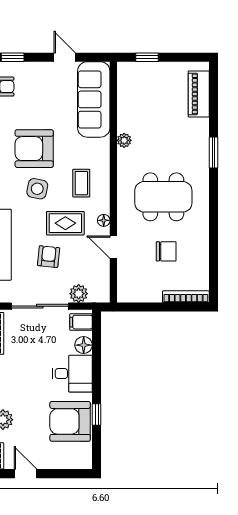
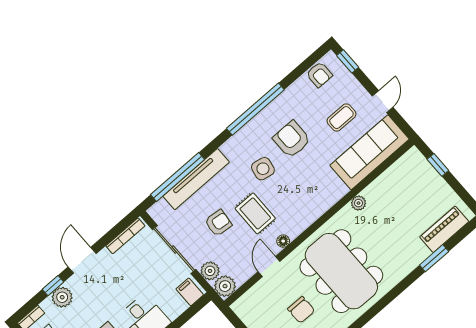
armchair: (34, 149) -> (292, 139), width x0.73, depth x0.73
window: (214, 153) -> (434, 258), moved
coffee table: (81, 183) -> (341, 118), moved
dining table: (163, 197) -> (341, 271), width x1.36, depth x1.24
plant: (99, 292) -> (225, 286), added
floor lamp: (84, 345) -> (174, 309), removed

